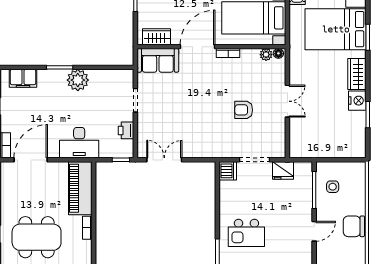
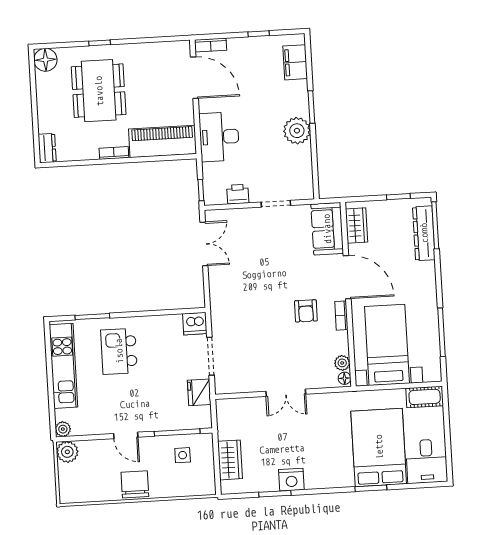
wardrobe: (357, 74) -> (230, 460), moved, turned 90
armchair: (244, 110) -> (306, 311), moved, turned 180

